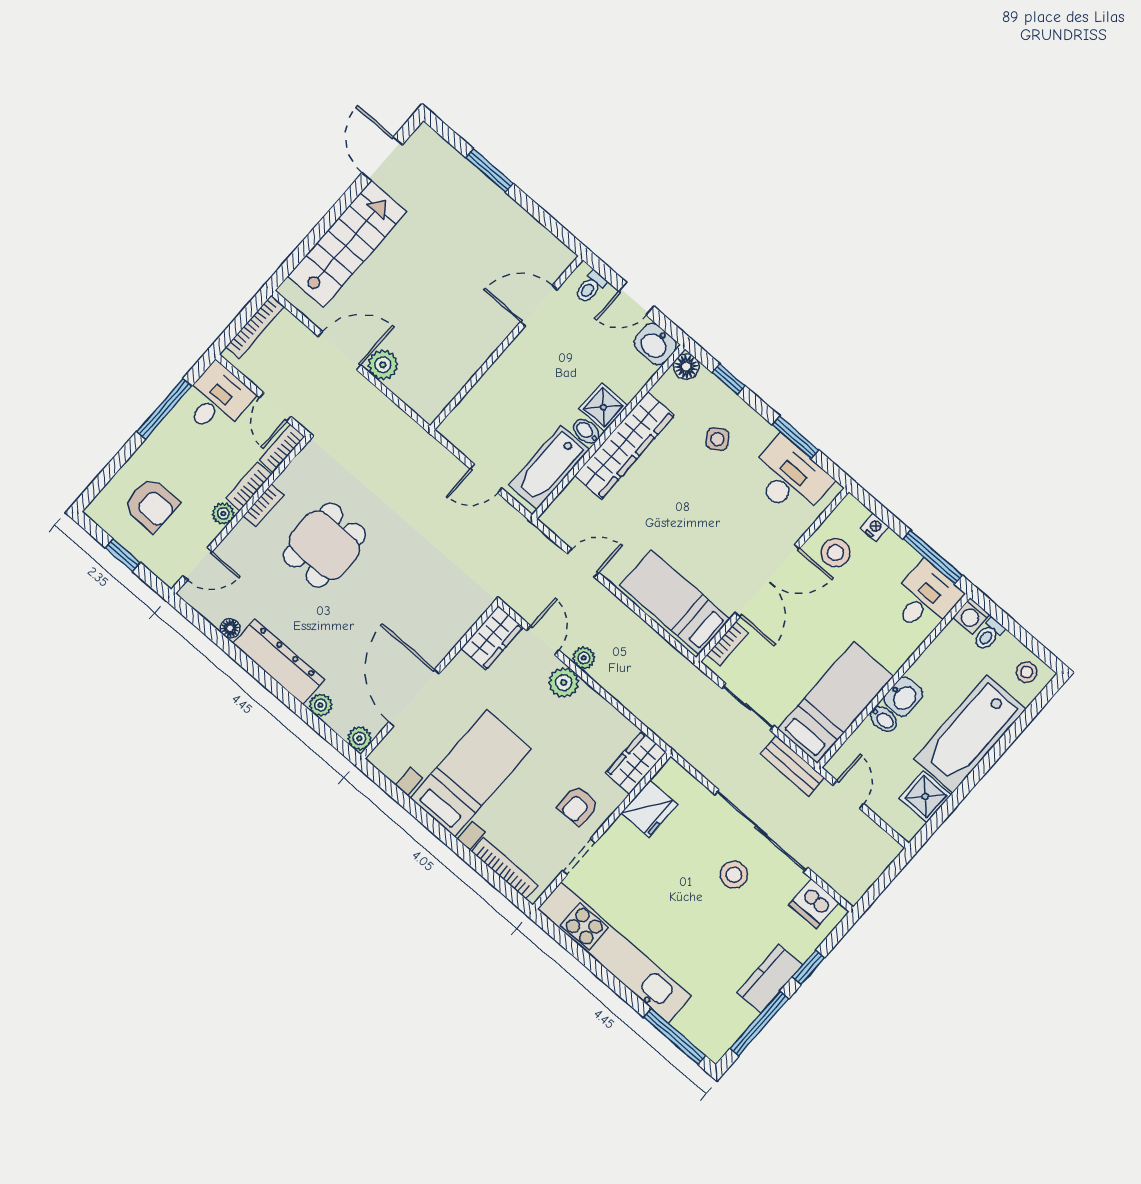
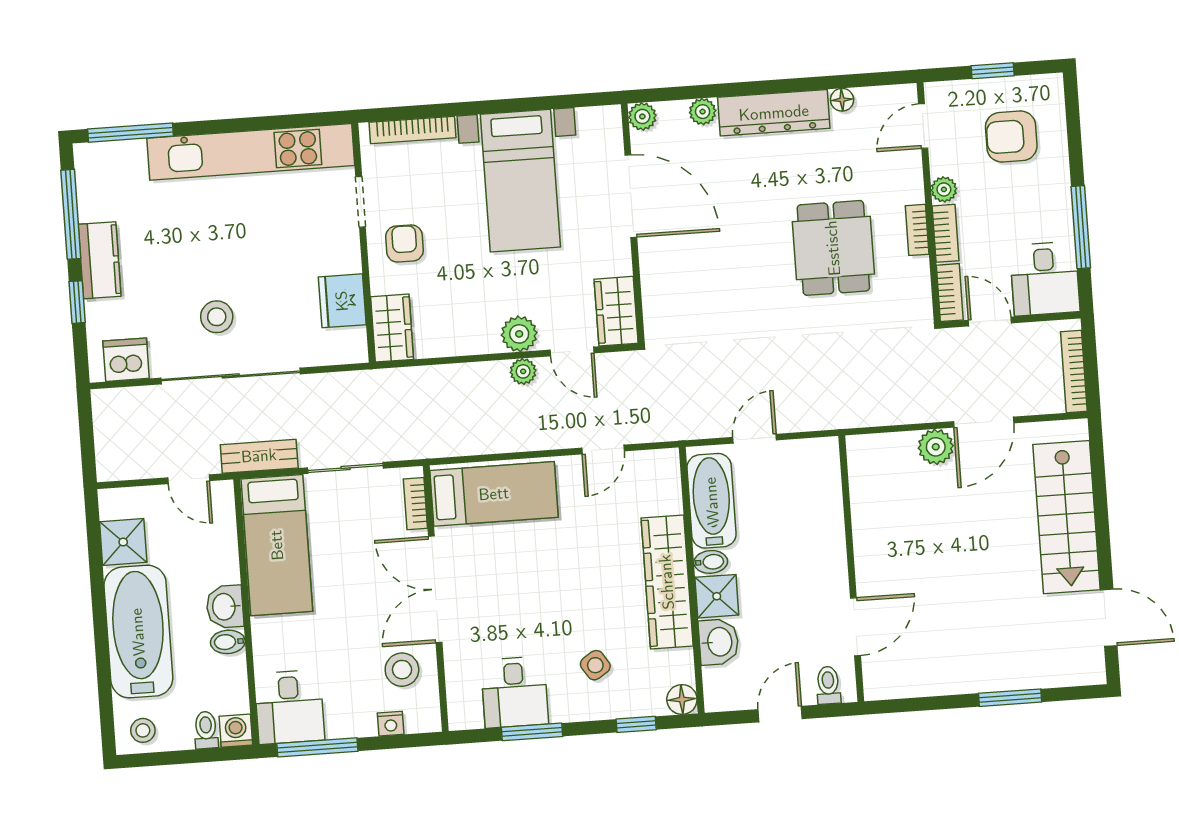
washbasin: (655, 344) -> (719, 642), moved, turned 90
desk: (789, 478) -> (515, 692), width x0.73
bidet: (883, 719) -> (228, 642), moved

